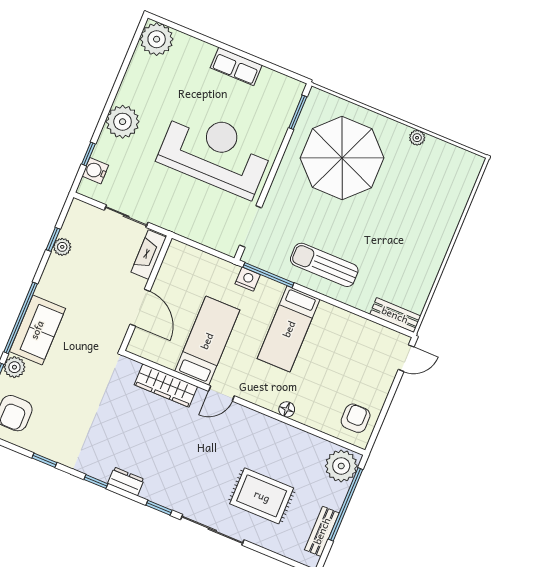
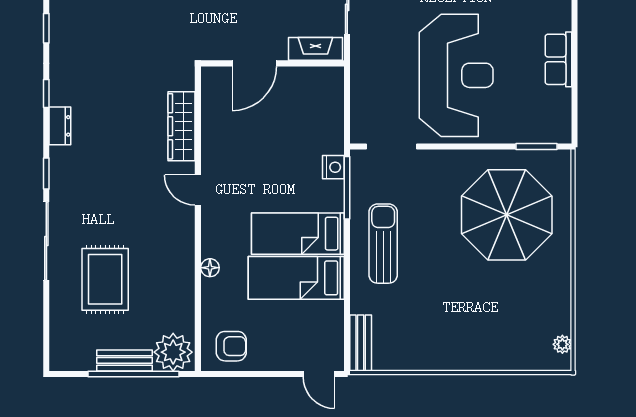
plant: (417, 138) -> (562, 344), moved
bed: (207, 341) -> (296, 278), moved, turned 180
bench: (322, 531) -> (125, 360), moved

